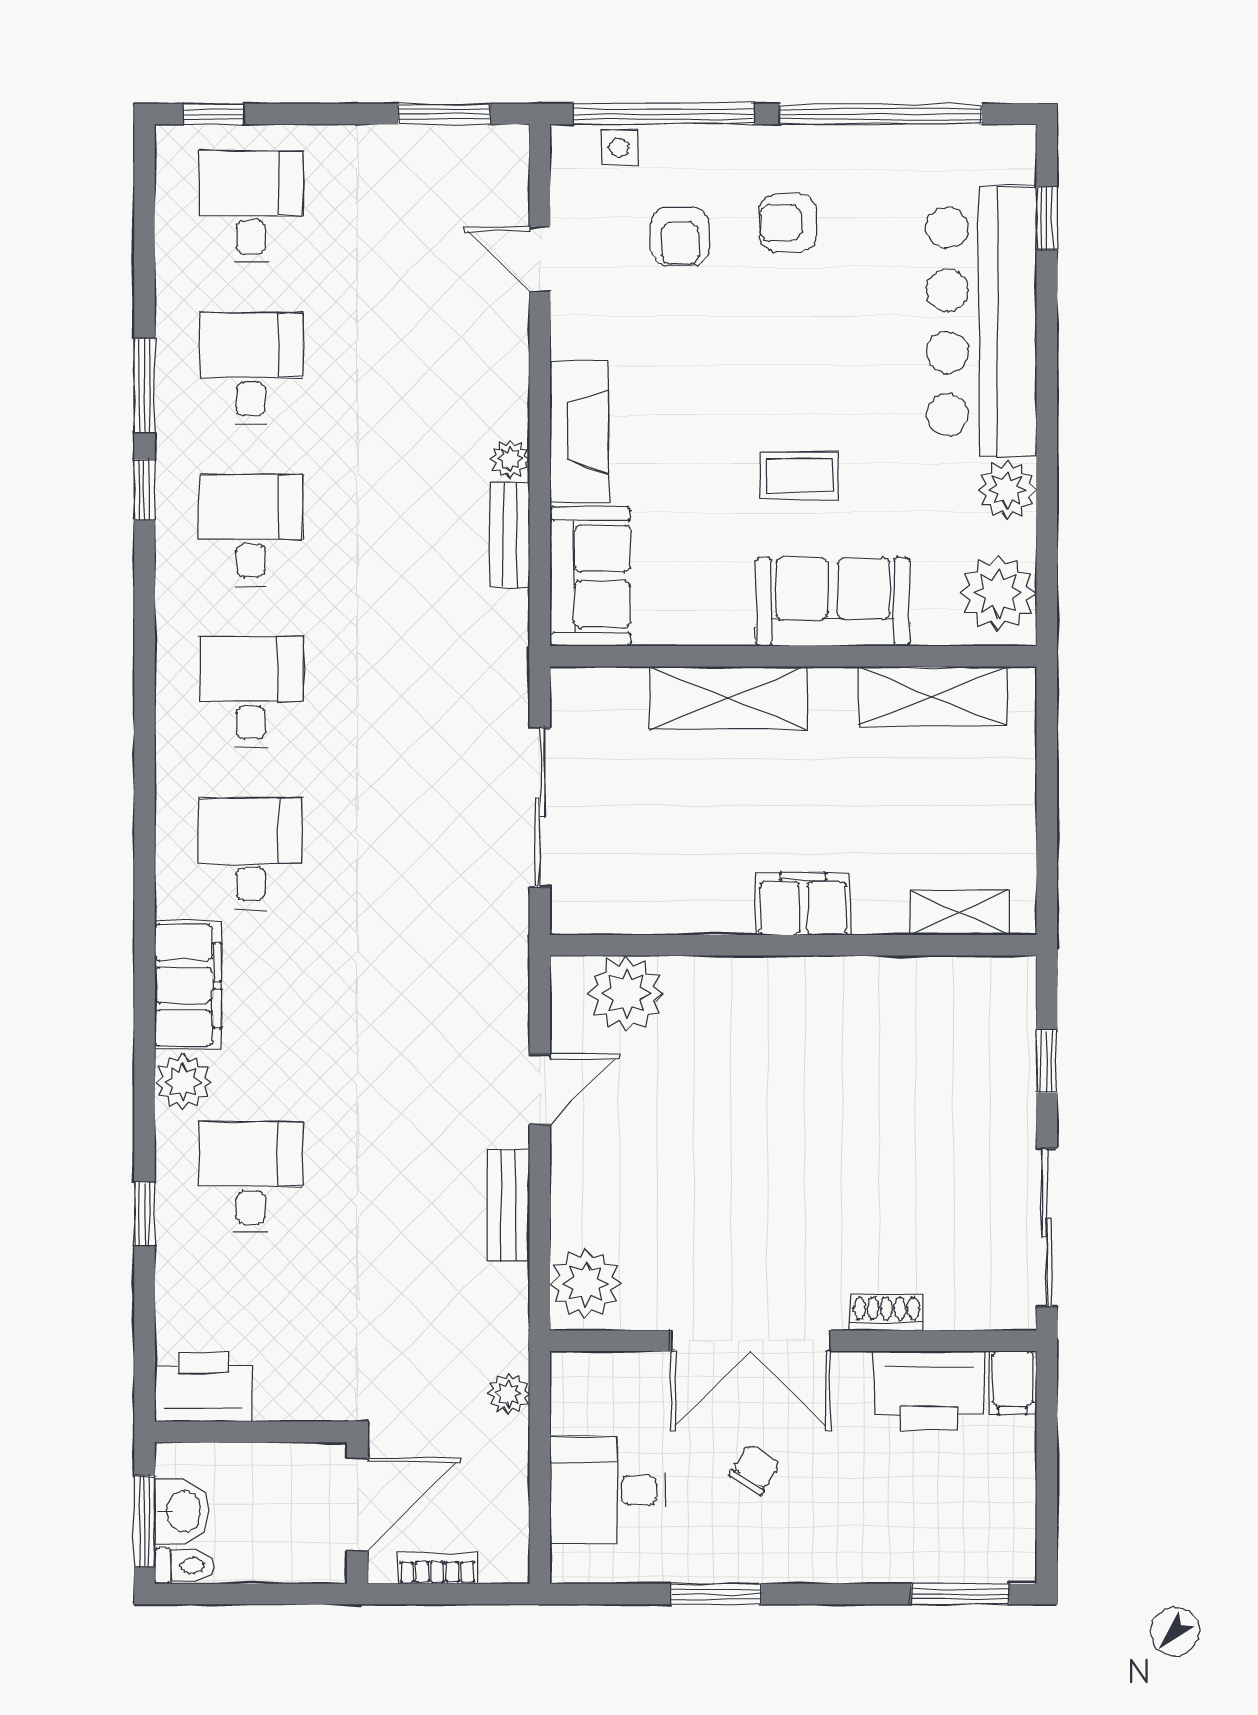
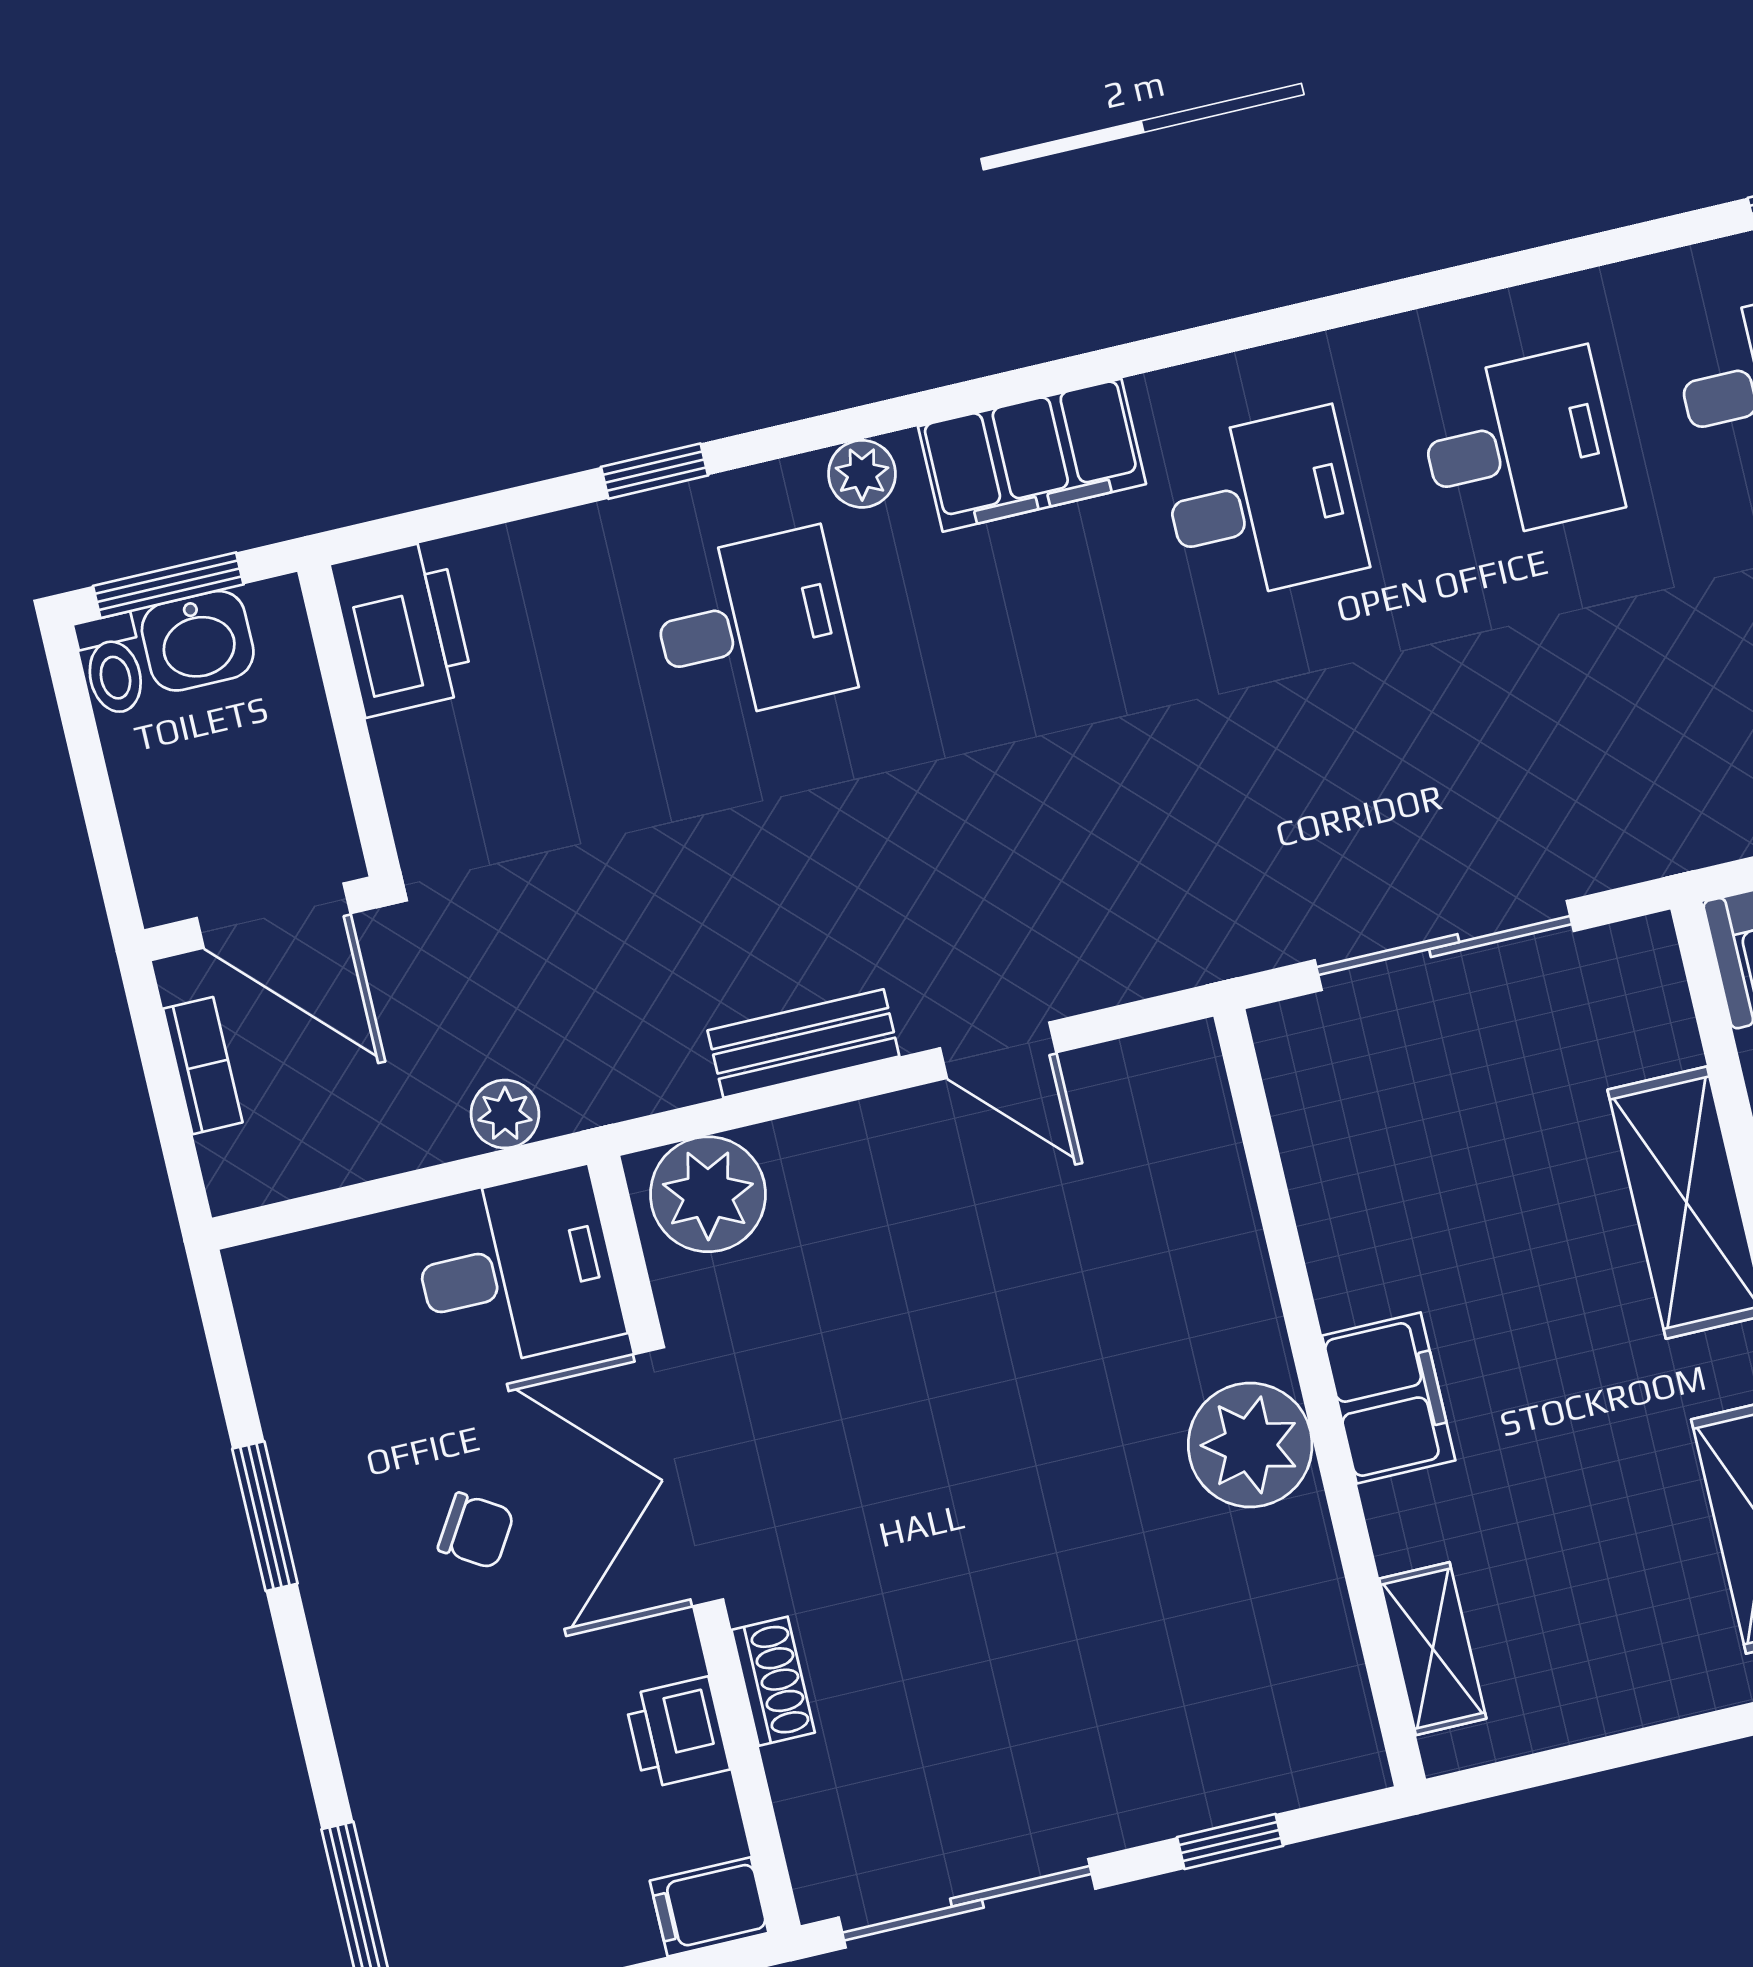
plant: (626, 994) -> (1250, 1445), moved
plant: (183, 1082) -> (862, 474), width x0.73, depth x0.73
printer: (929, 1390) -> (677, 1733), width x0.53, depth x0.68
desk: (608, 1490) -> (516, 1270), moved, turned 90

